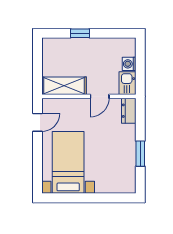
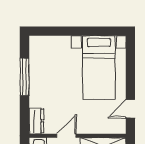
window: (140, 154) -> (25, 77), width x1.44

